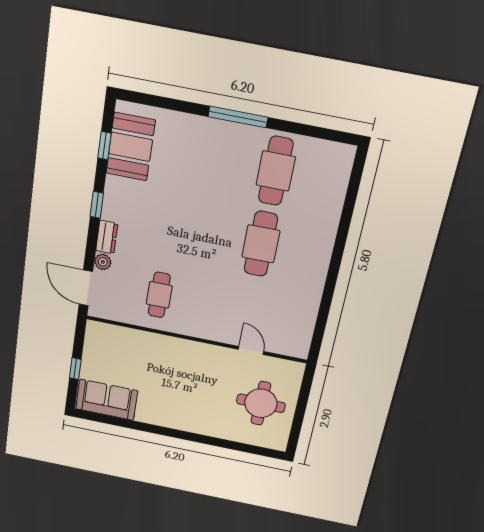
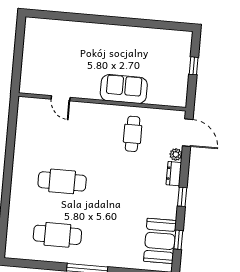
cafe table: (276, 171) -> (57, 235), turned 90
cafe table: (261, 244) -> (62, 181), turned 90
sofa: (107, 400) -> (124, 89), moved, turned 180
round table: (261, 403) -> (49, 56), removed

